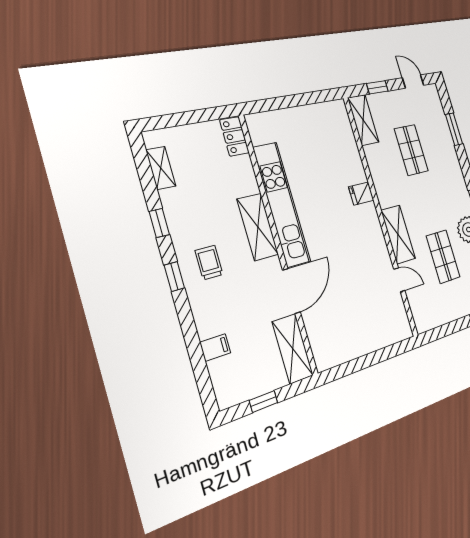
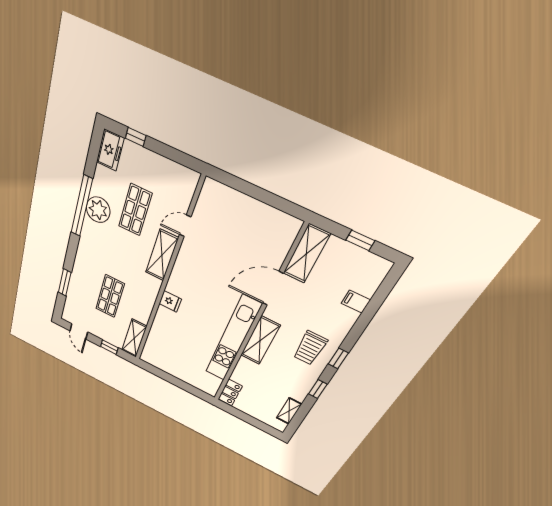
trolley: (209, 263) -> (310, 348), width x1.36, depth x1.39
door: (399, 280) -> (185, 226), hinge flipped

